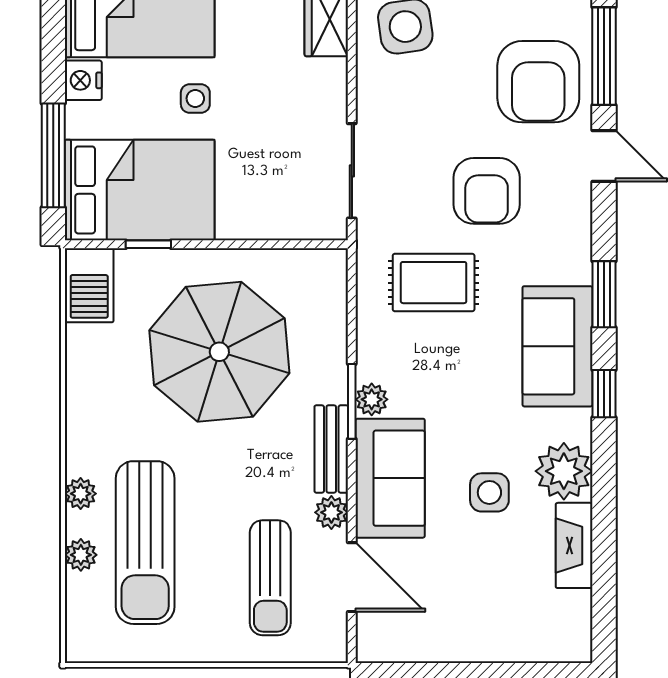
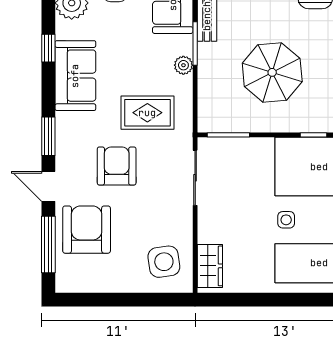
window: (294, 244) -> (228, 135), added
window: (604, 294) -> (48, 136), moved
parasol: (219, 352) -> (272, 72), width x0.73, depth x0.73
plant: (372, 399) -> (183, 65), moved

